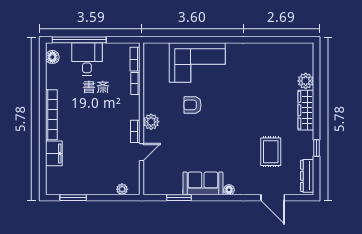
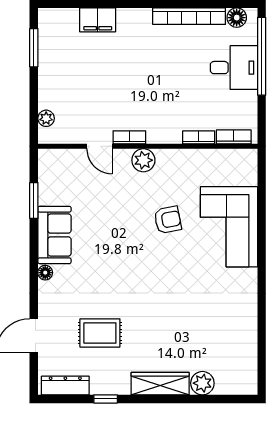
armchair: (192, 105) -> (168, 220), turned 79
bookcase: (51, 115) -> (189, 16), moved

